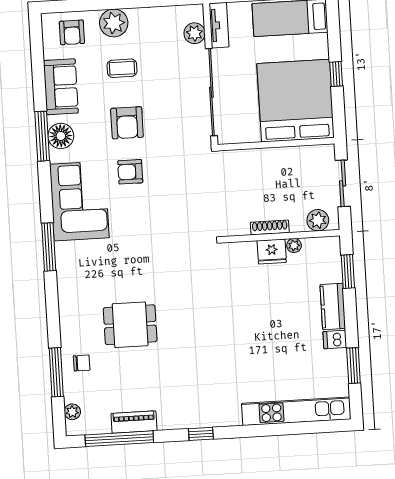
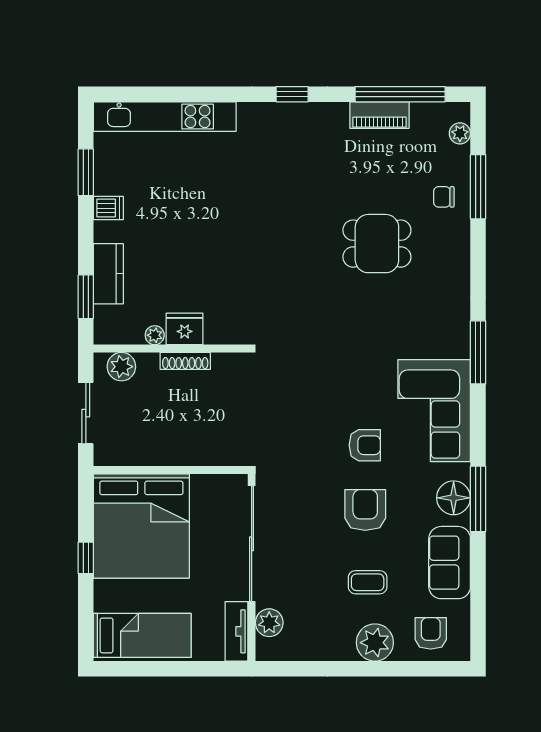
kitchen counter: (333, 307) -> (108, 274), moved

